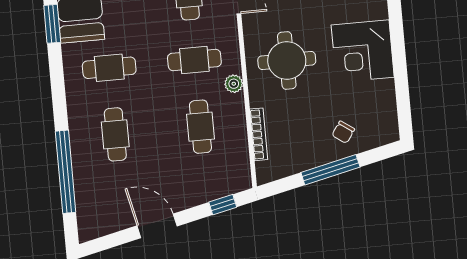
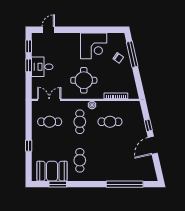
corner desk: (363, 51) -> (94, 46), moved
cafe table: (115, 134) -> (110, 160), removed
window: (330, 170) -> (132, 54), moved
window: (223, 205) -> (148, 125), moved

